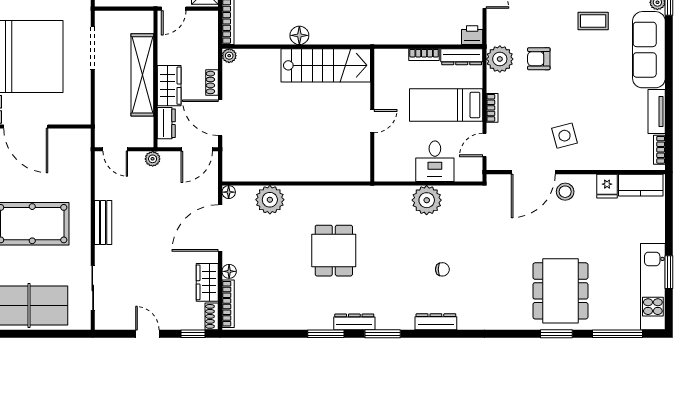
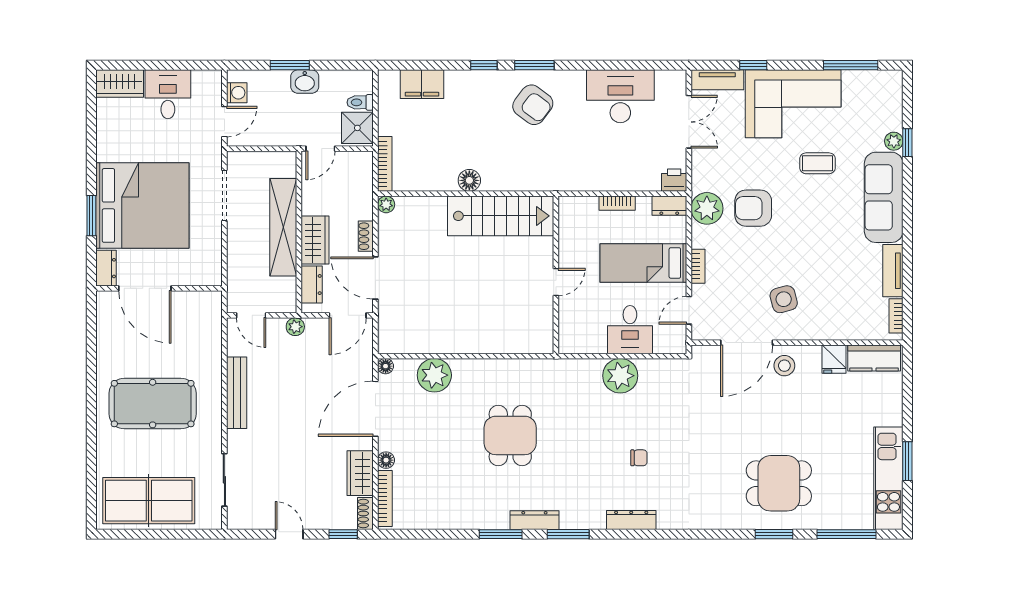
dresser: (462, 57) -> (669, 206), width x0.70
armchair: (539, 59) -> (753, 208), width x1.38, depth x1.38
bench: (103, 223) -> (237, 393), width x1.36
dining table: (560, 291) -> (779, 483), width x0.73

